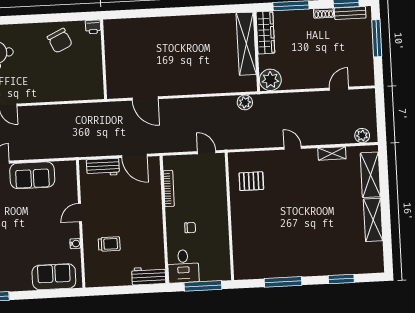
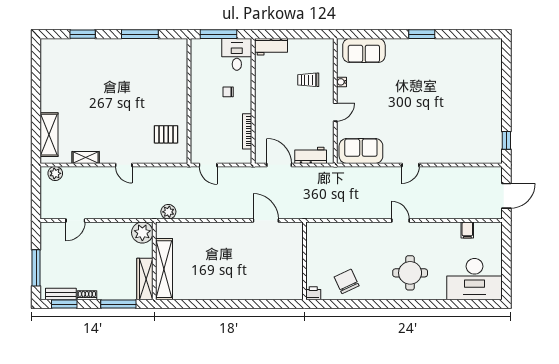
sofa: (32, 175) -> (361, 151), moved
shelving: (373, 220) -> (49, 90), removed

